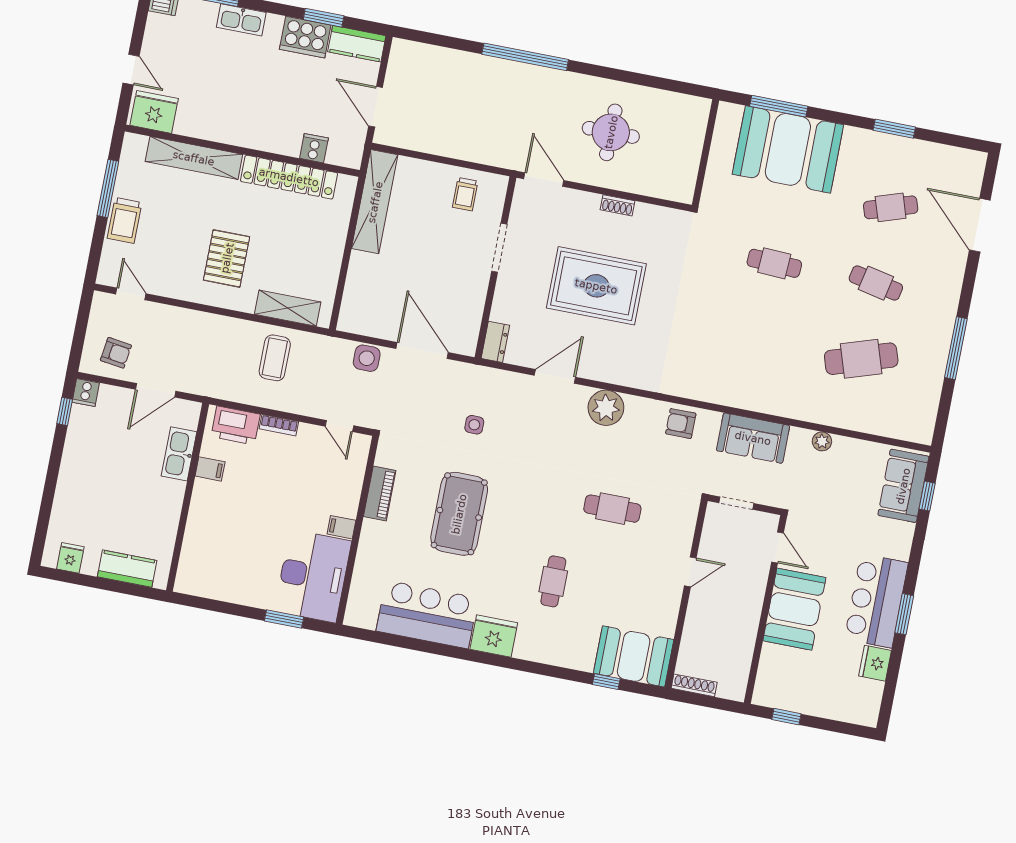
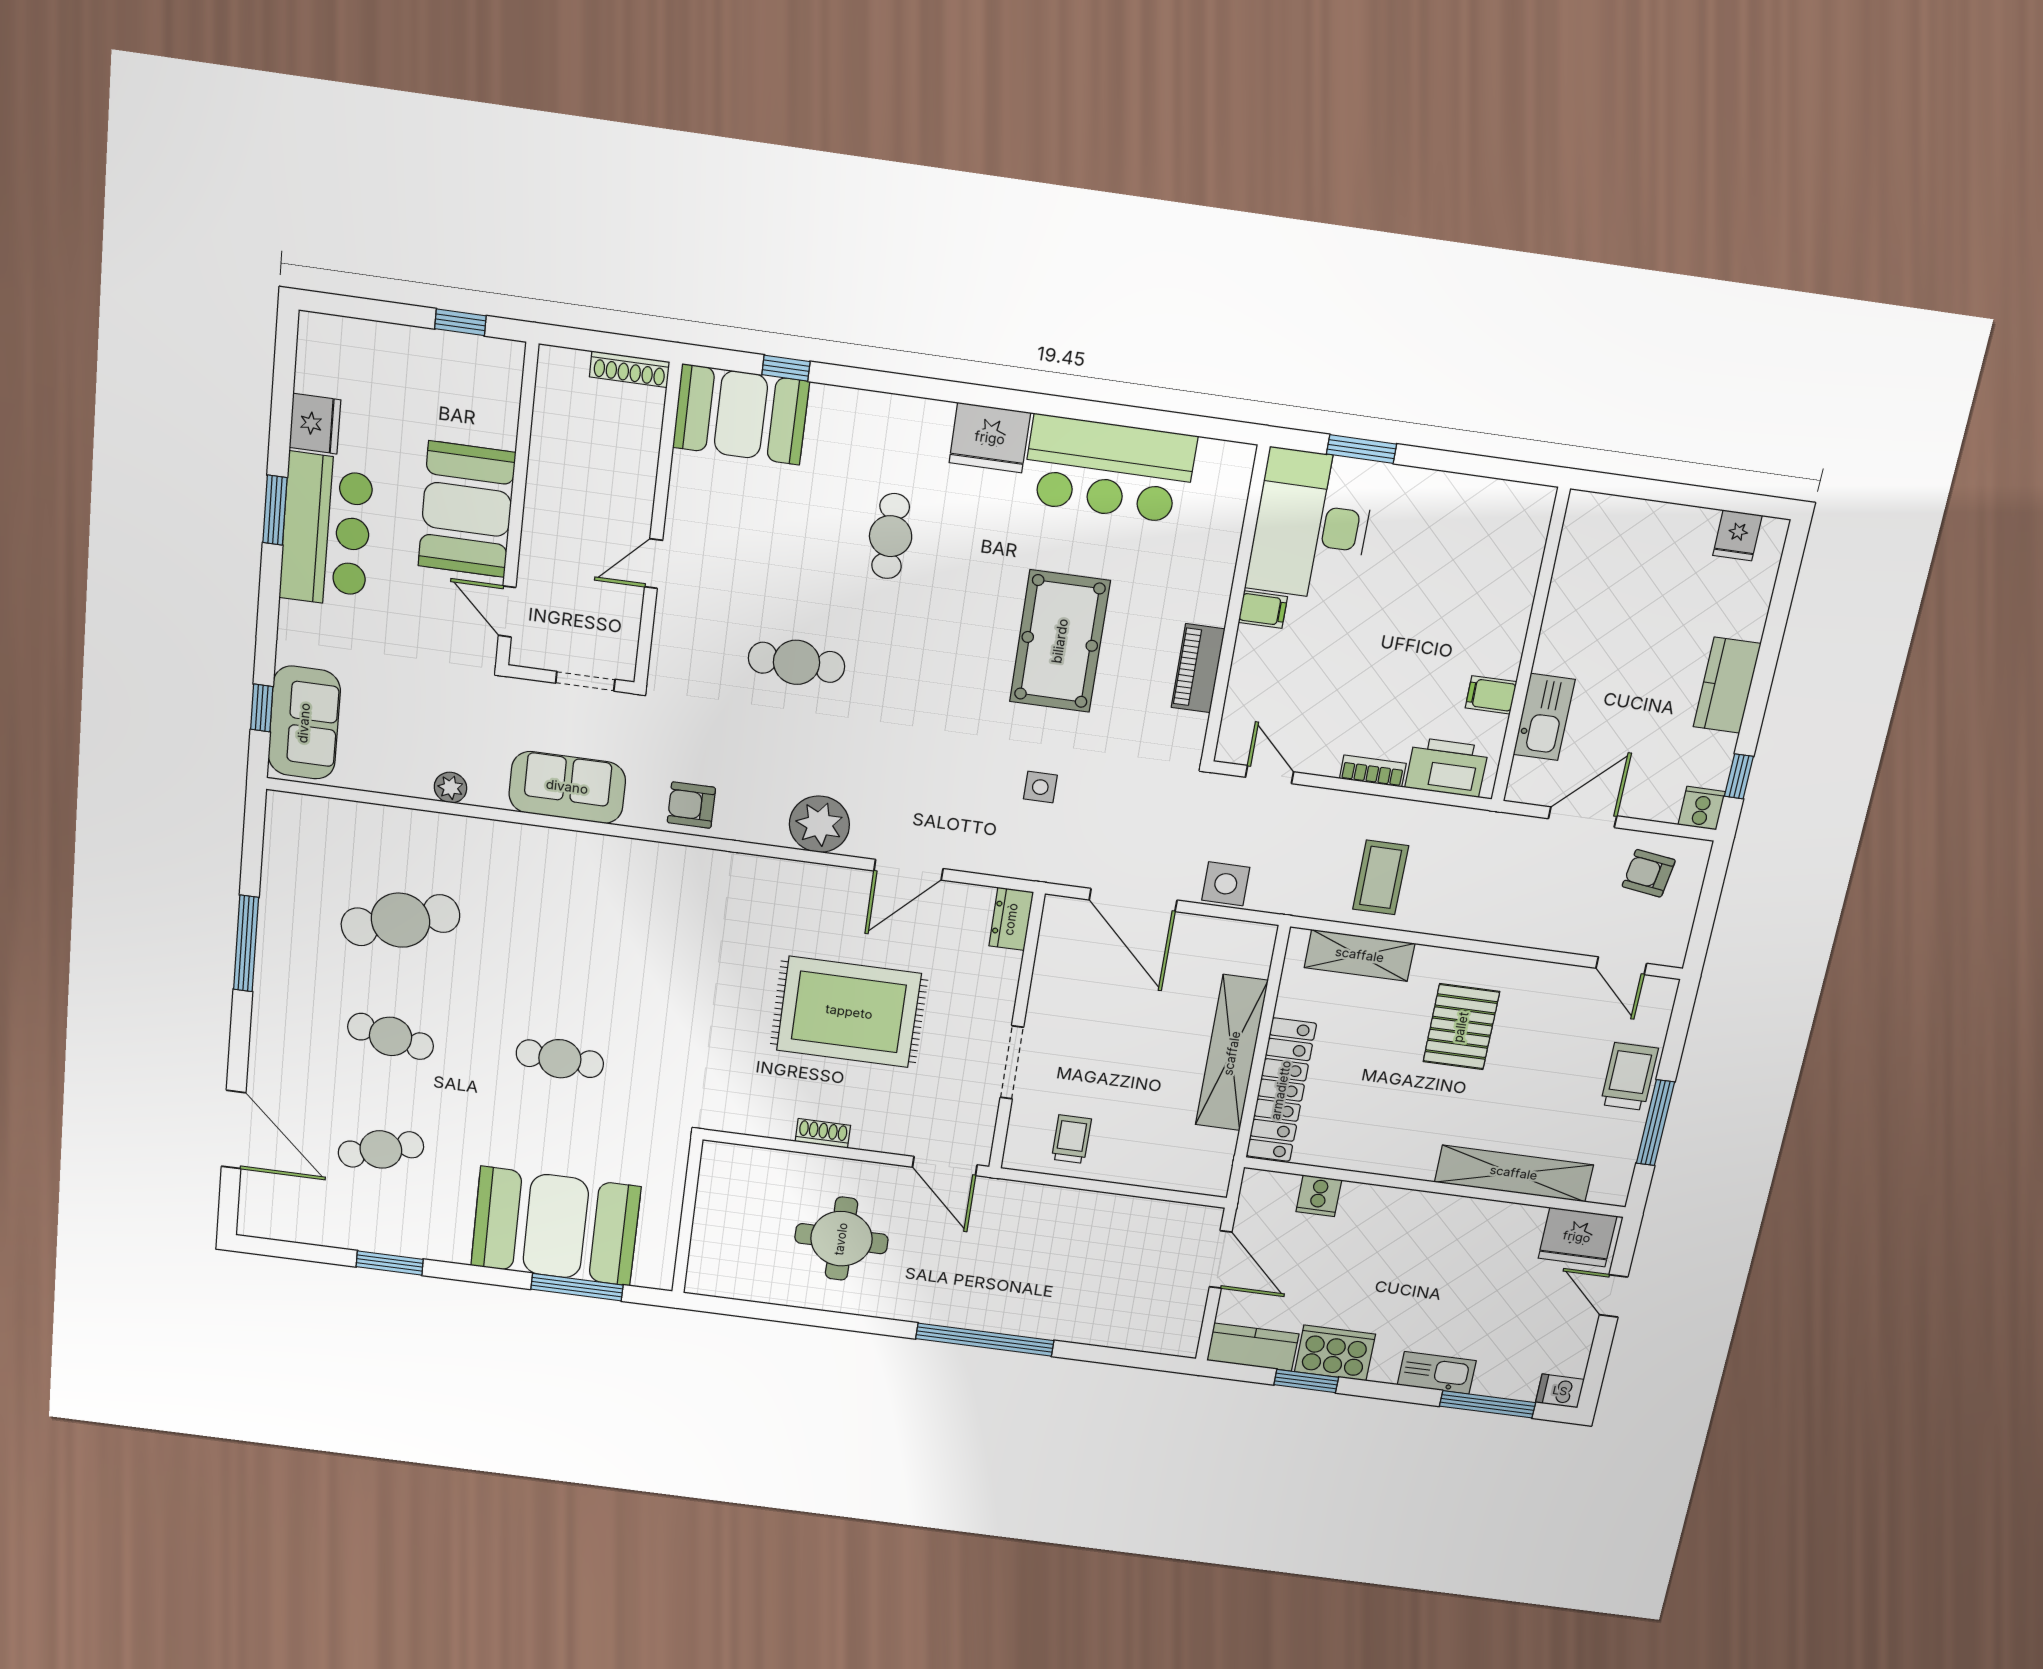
locker: (289, 177) -> (1281, 1090), moved, turned 90
shelving: (375, 202) -> (1232, 1053), moved
armchair: (681, 424) -> (691, 805), turned 180
kitchen counter: (127, 569) -> (1727, 685), moved, turned 90

